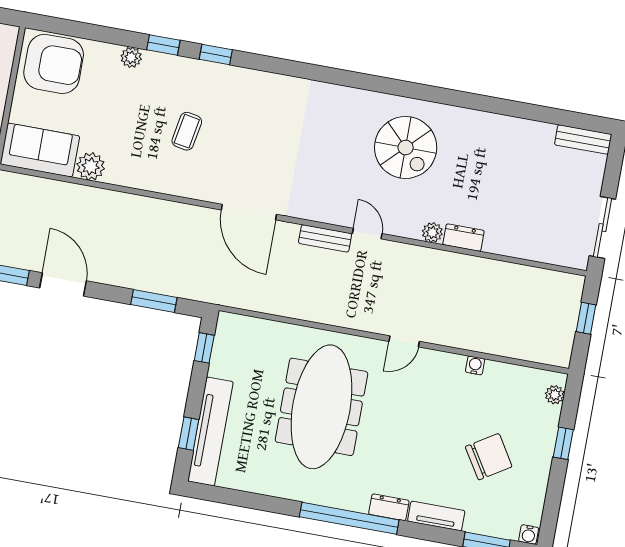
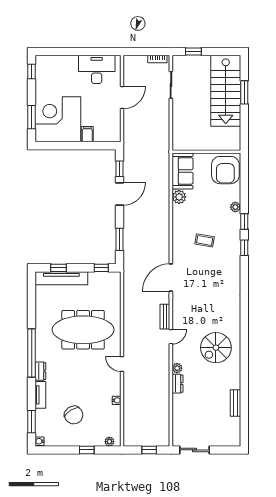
bench: (583, 139) -> (235, 403), moved

